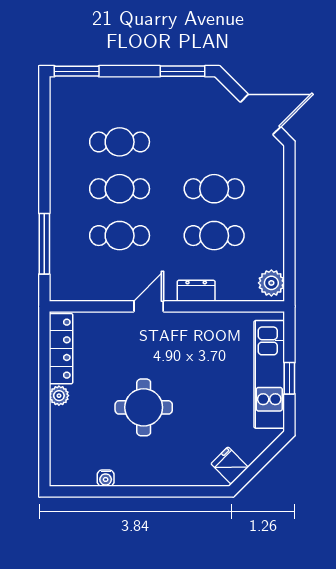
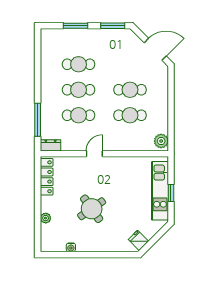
window: (77, 71) -> (75, 26), moved
dresser: (196, 291) -> (51, 145), moved
plant: (59, 396) -> (46, 218), moved
round table: (144, 407) -> (92, 209), turned -35

